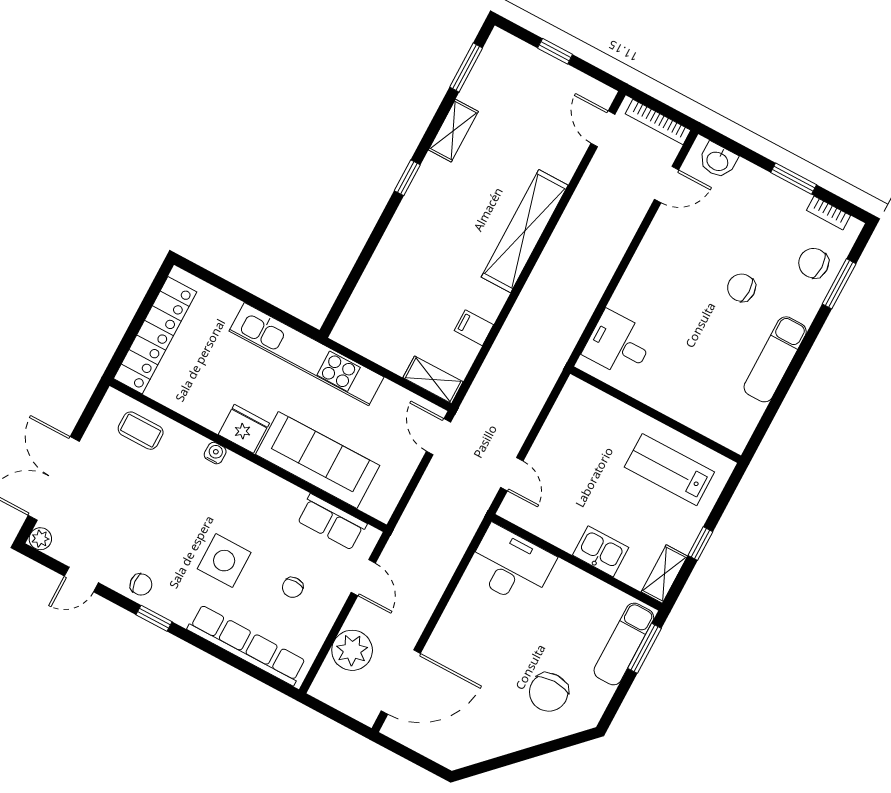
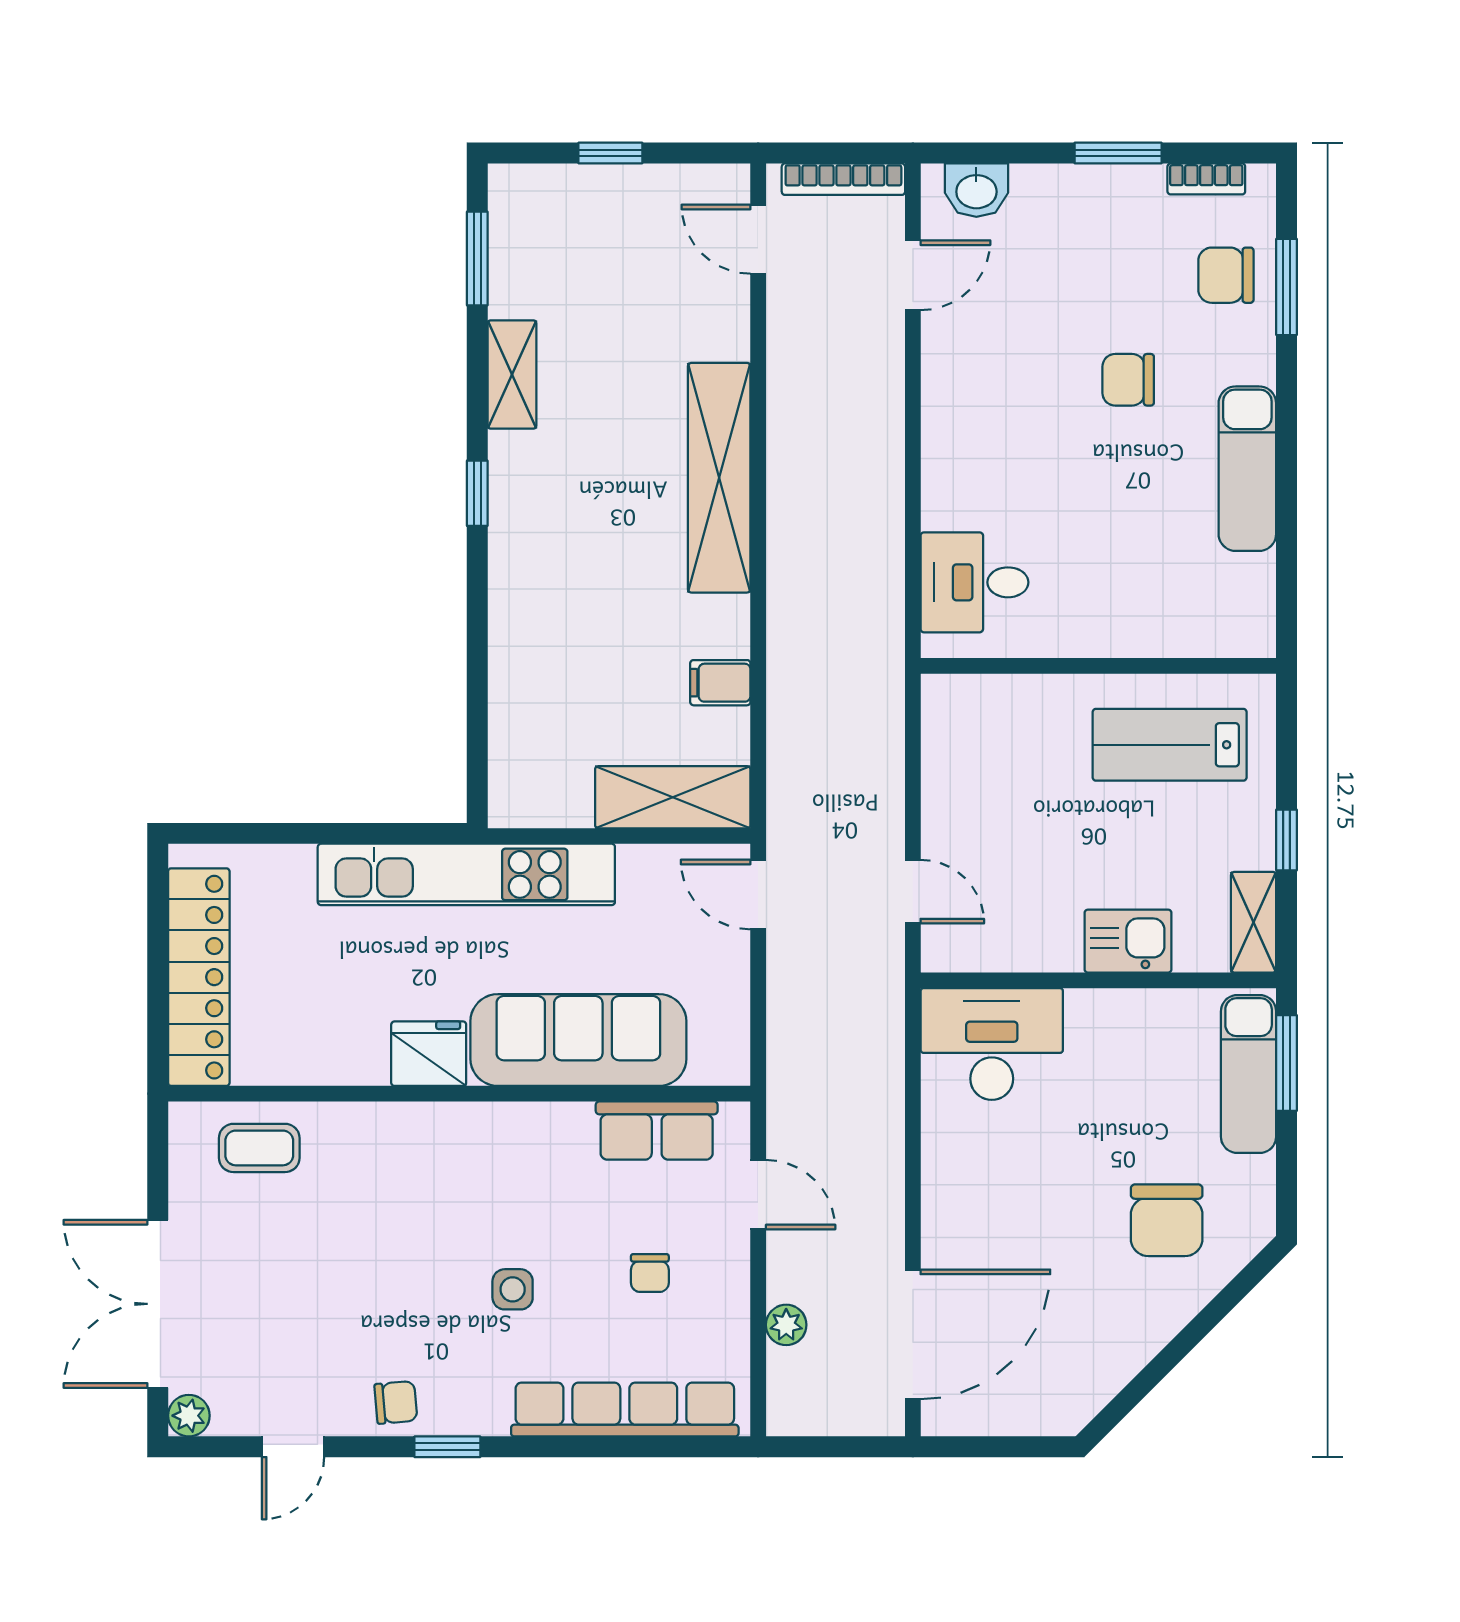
shelving: (433, 380) -> (673, 797), width x1.50, depth x1.33
water cooler: (215, 453) -> (403, 1119), removed
side table: (224, 561) -> (513, 1289), width x0.54, depth x0.54
plant: (352, 650) -> (786, 1325), width x0.53, depth x0.53

